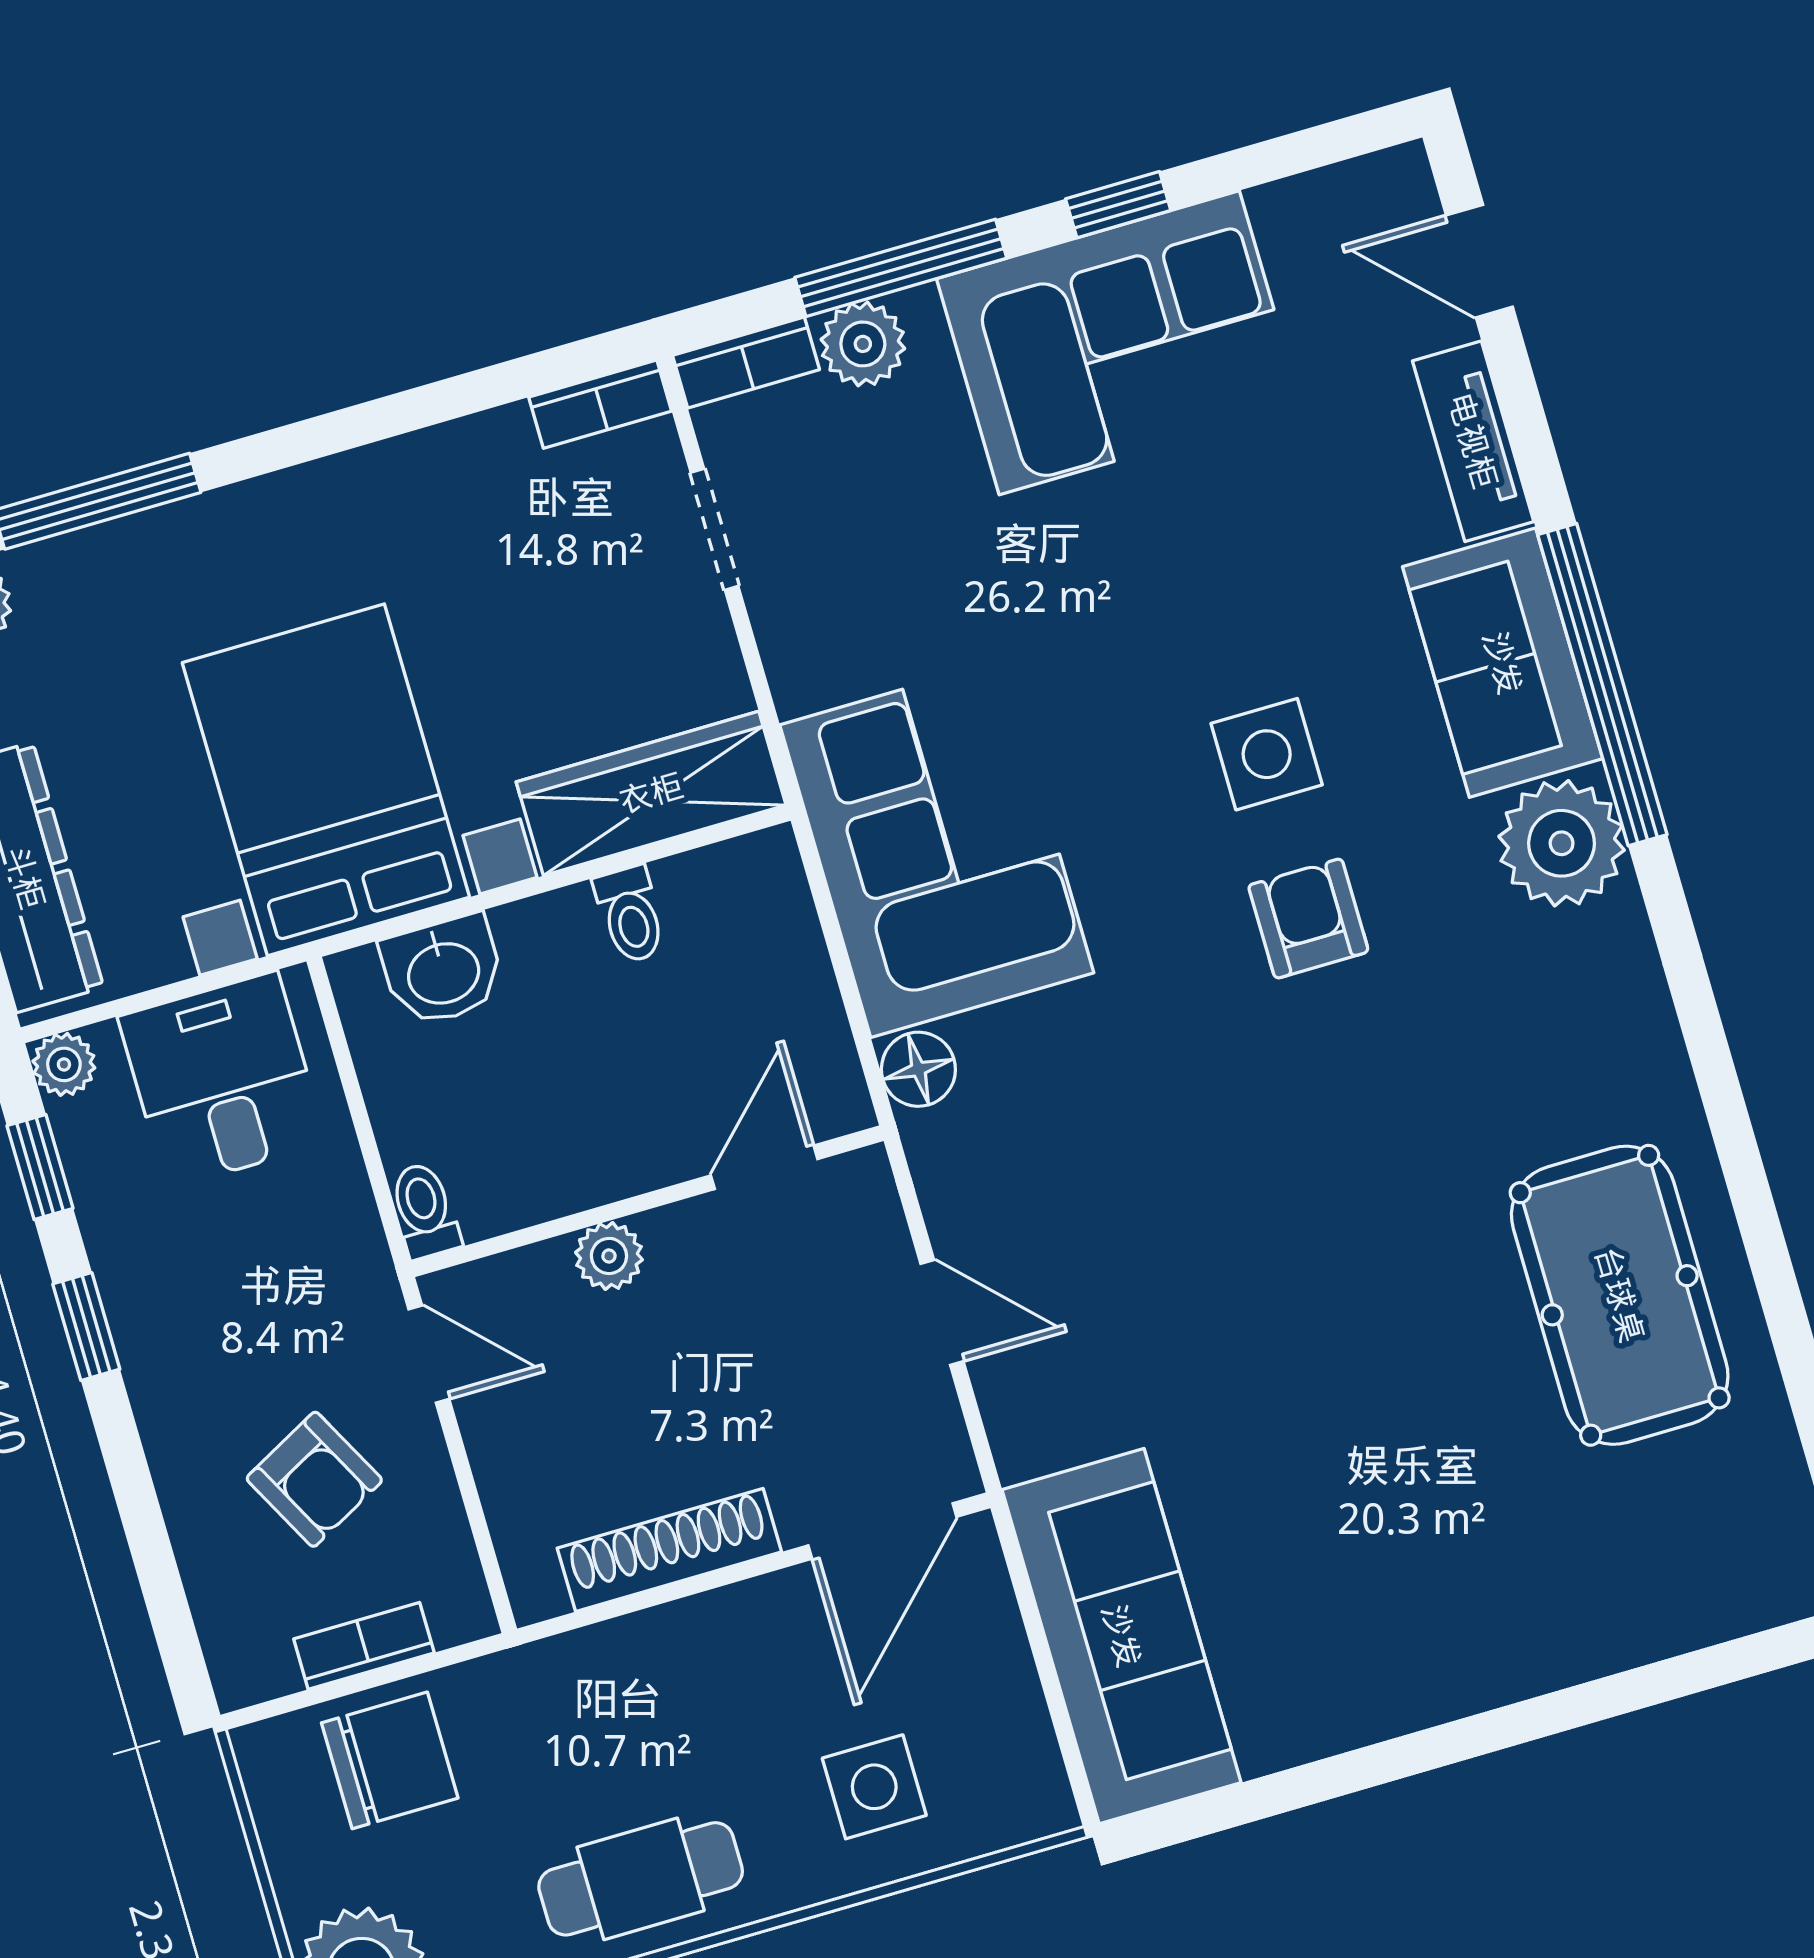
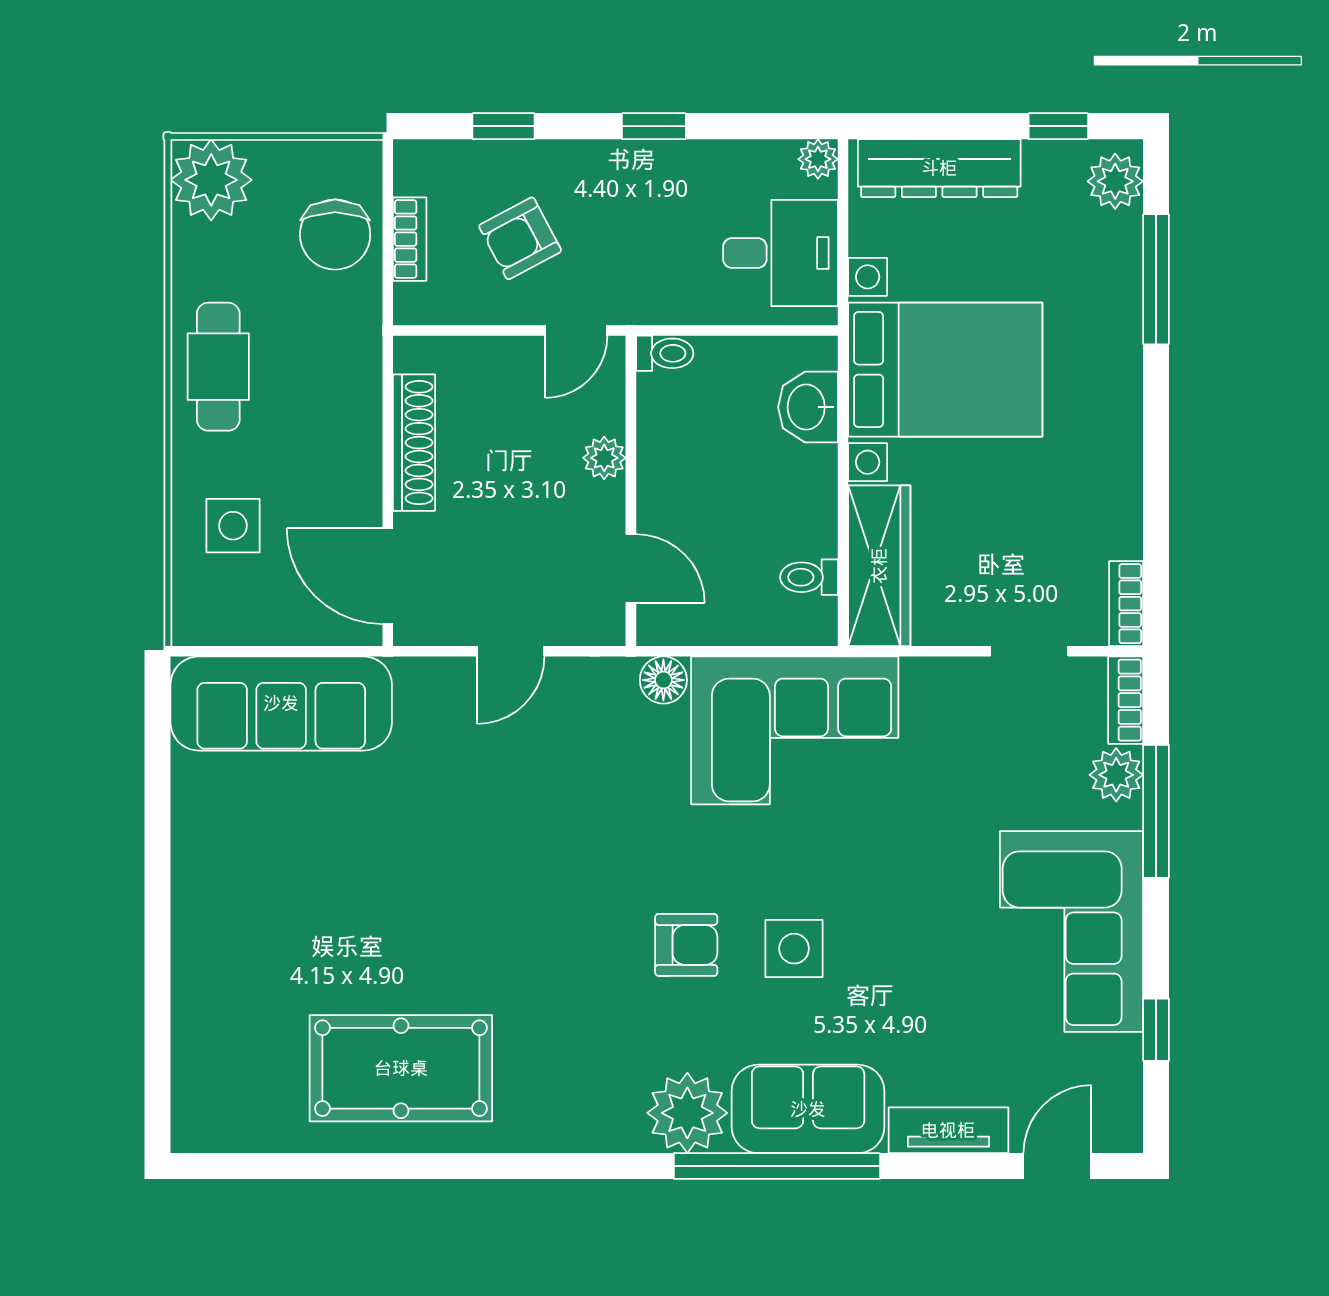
window: (1118, 205) -> (1156, 1030), moved
toilet: (630, 915) -> (809, 577), moved
window: (40, 1167) -> (504, 126), moved

